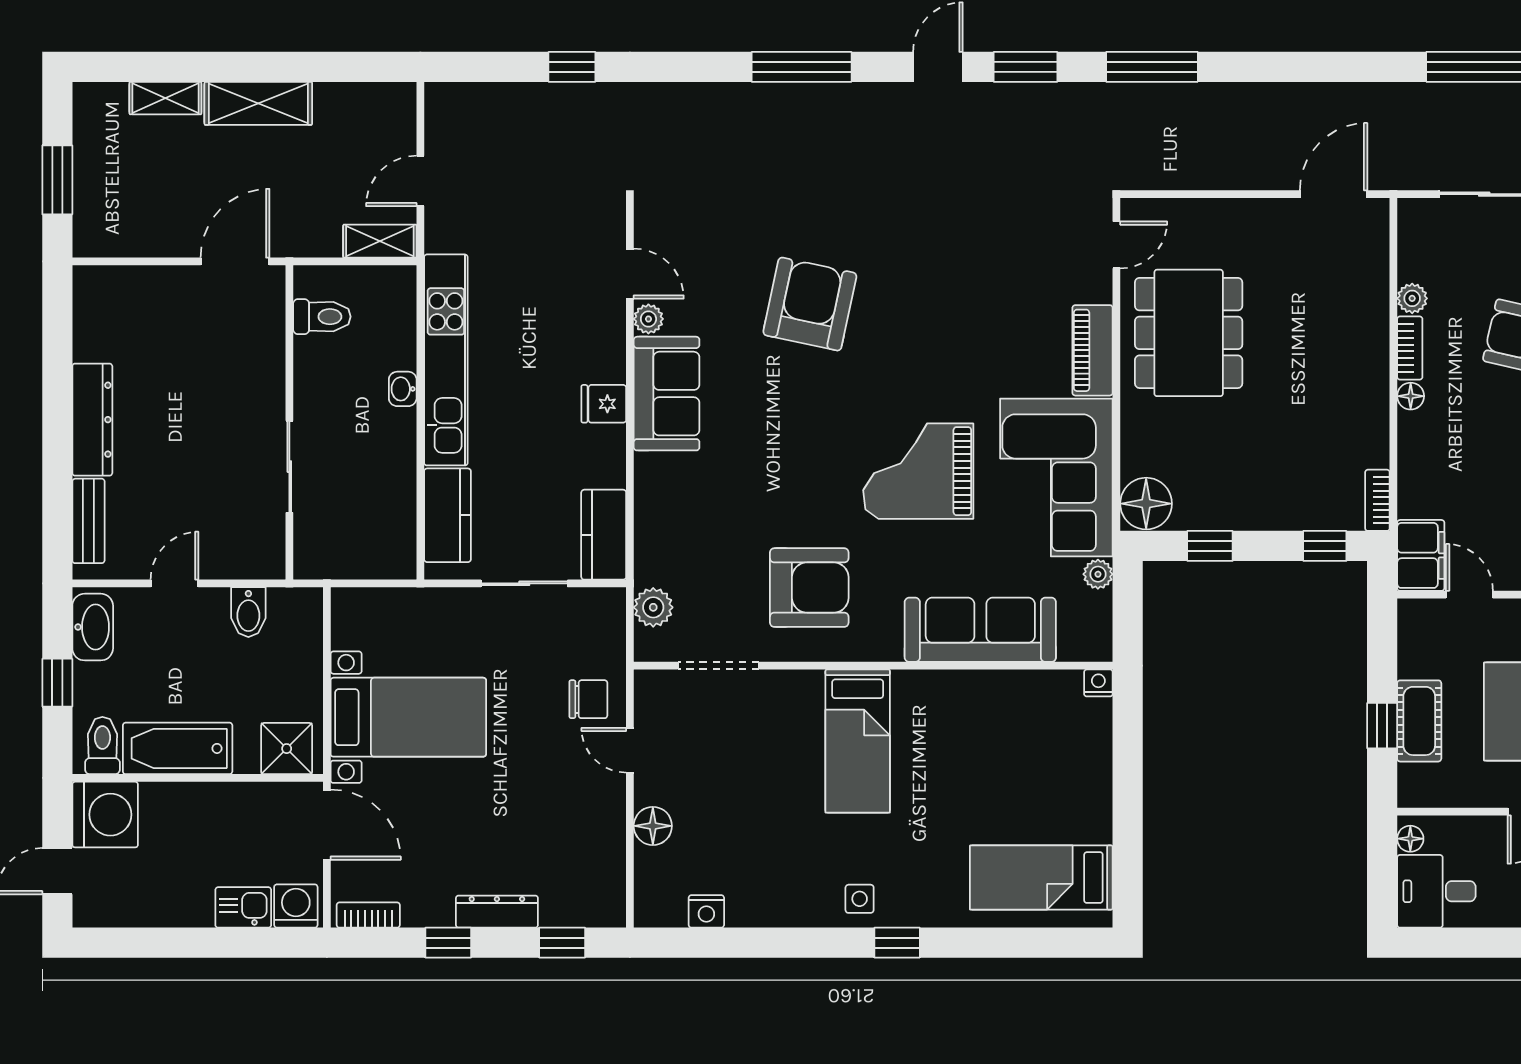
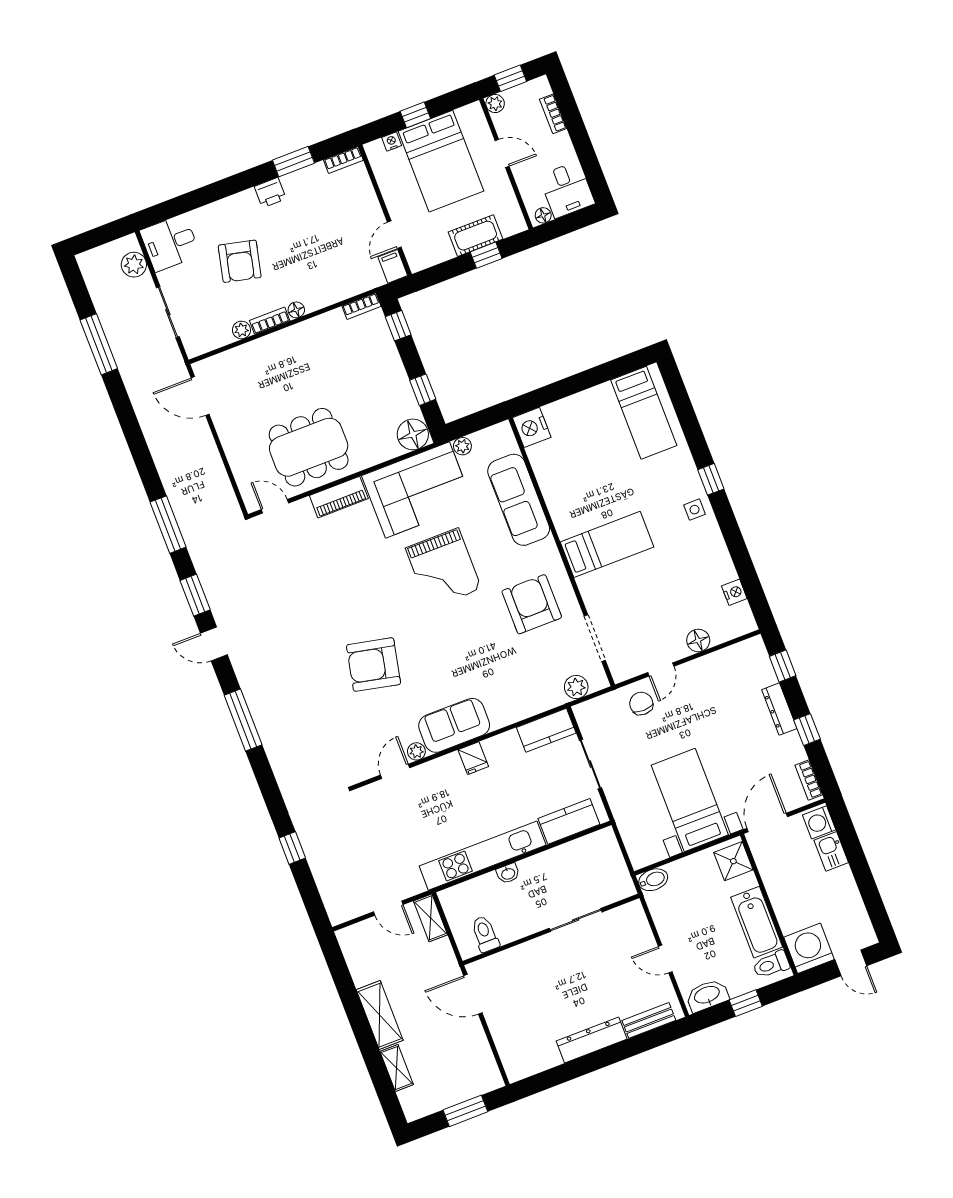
filing cabinet: (1421, 555) -> (393, 266), width x0.50
bidet: (248, 612) -> (653, 880), moved
nightstand: (1098, 683) -> (532, 427), width x1.89, depth x1.79

